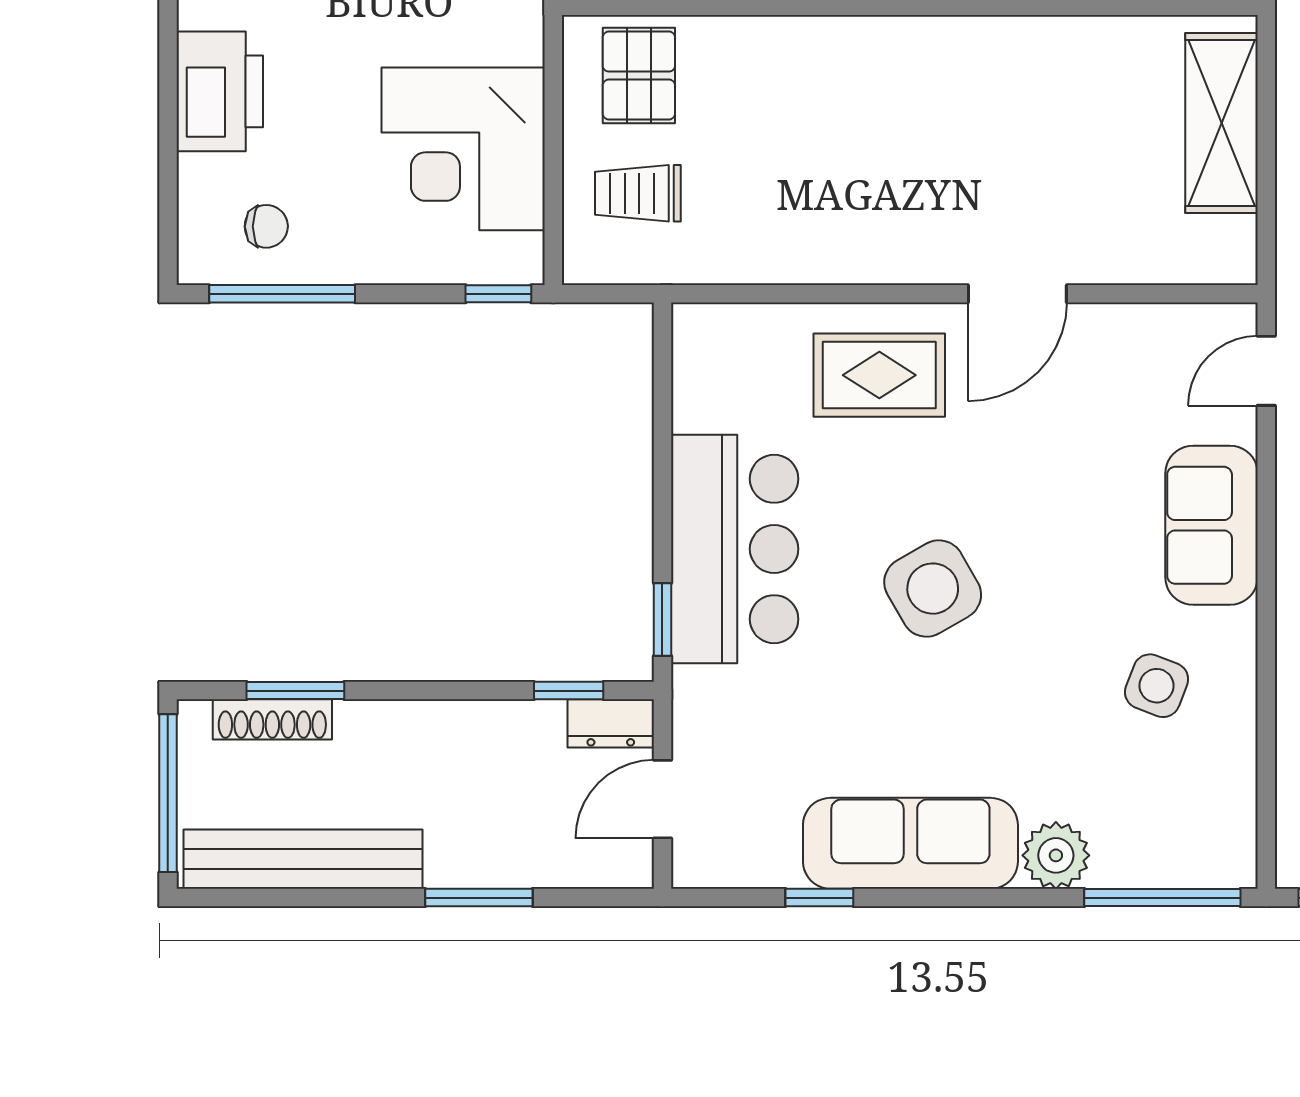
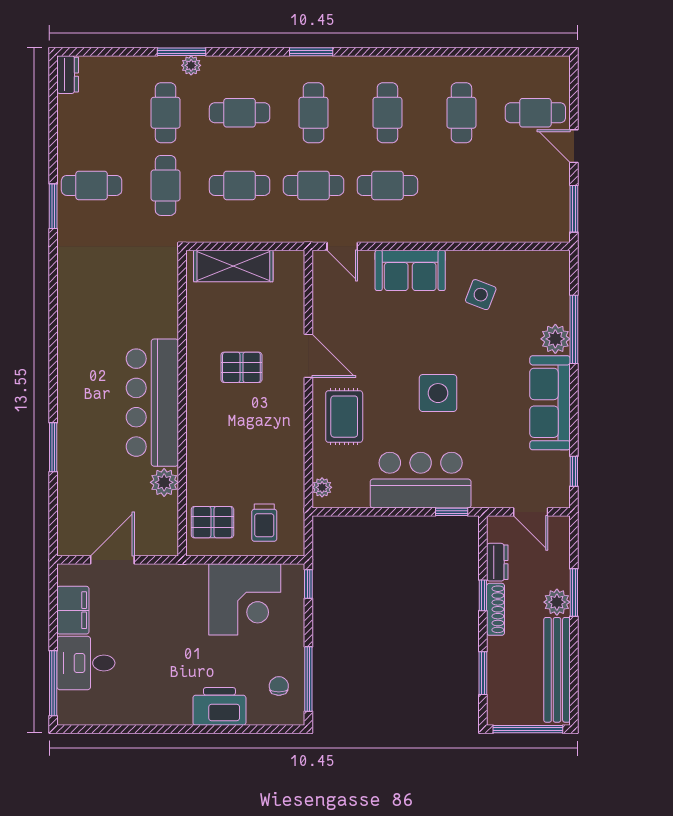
pallet: (991, 141) -> (241, 367), added
plant: (718, 325) -> (322, 487), added
side table: (933, 589) -> (438, 393), turned 30
window: (569, 691) -> (483, 595), moved
shoe rack: (272, 719) -> (496, 609), moved
dresser: (611, 723) -> (497, 562), moved
plant: (457, 859) -> (557, 602), added
window: (819, 898) -> (574, 471), moved
window: (1162, 898) -> (574, 329), moved

